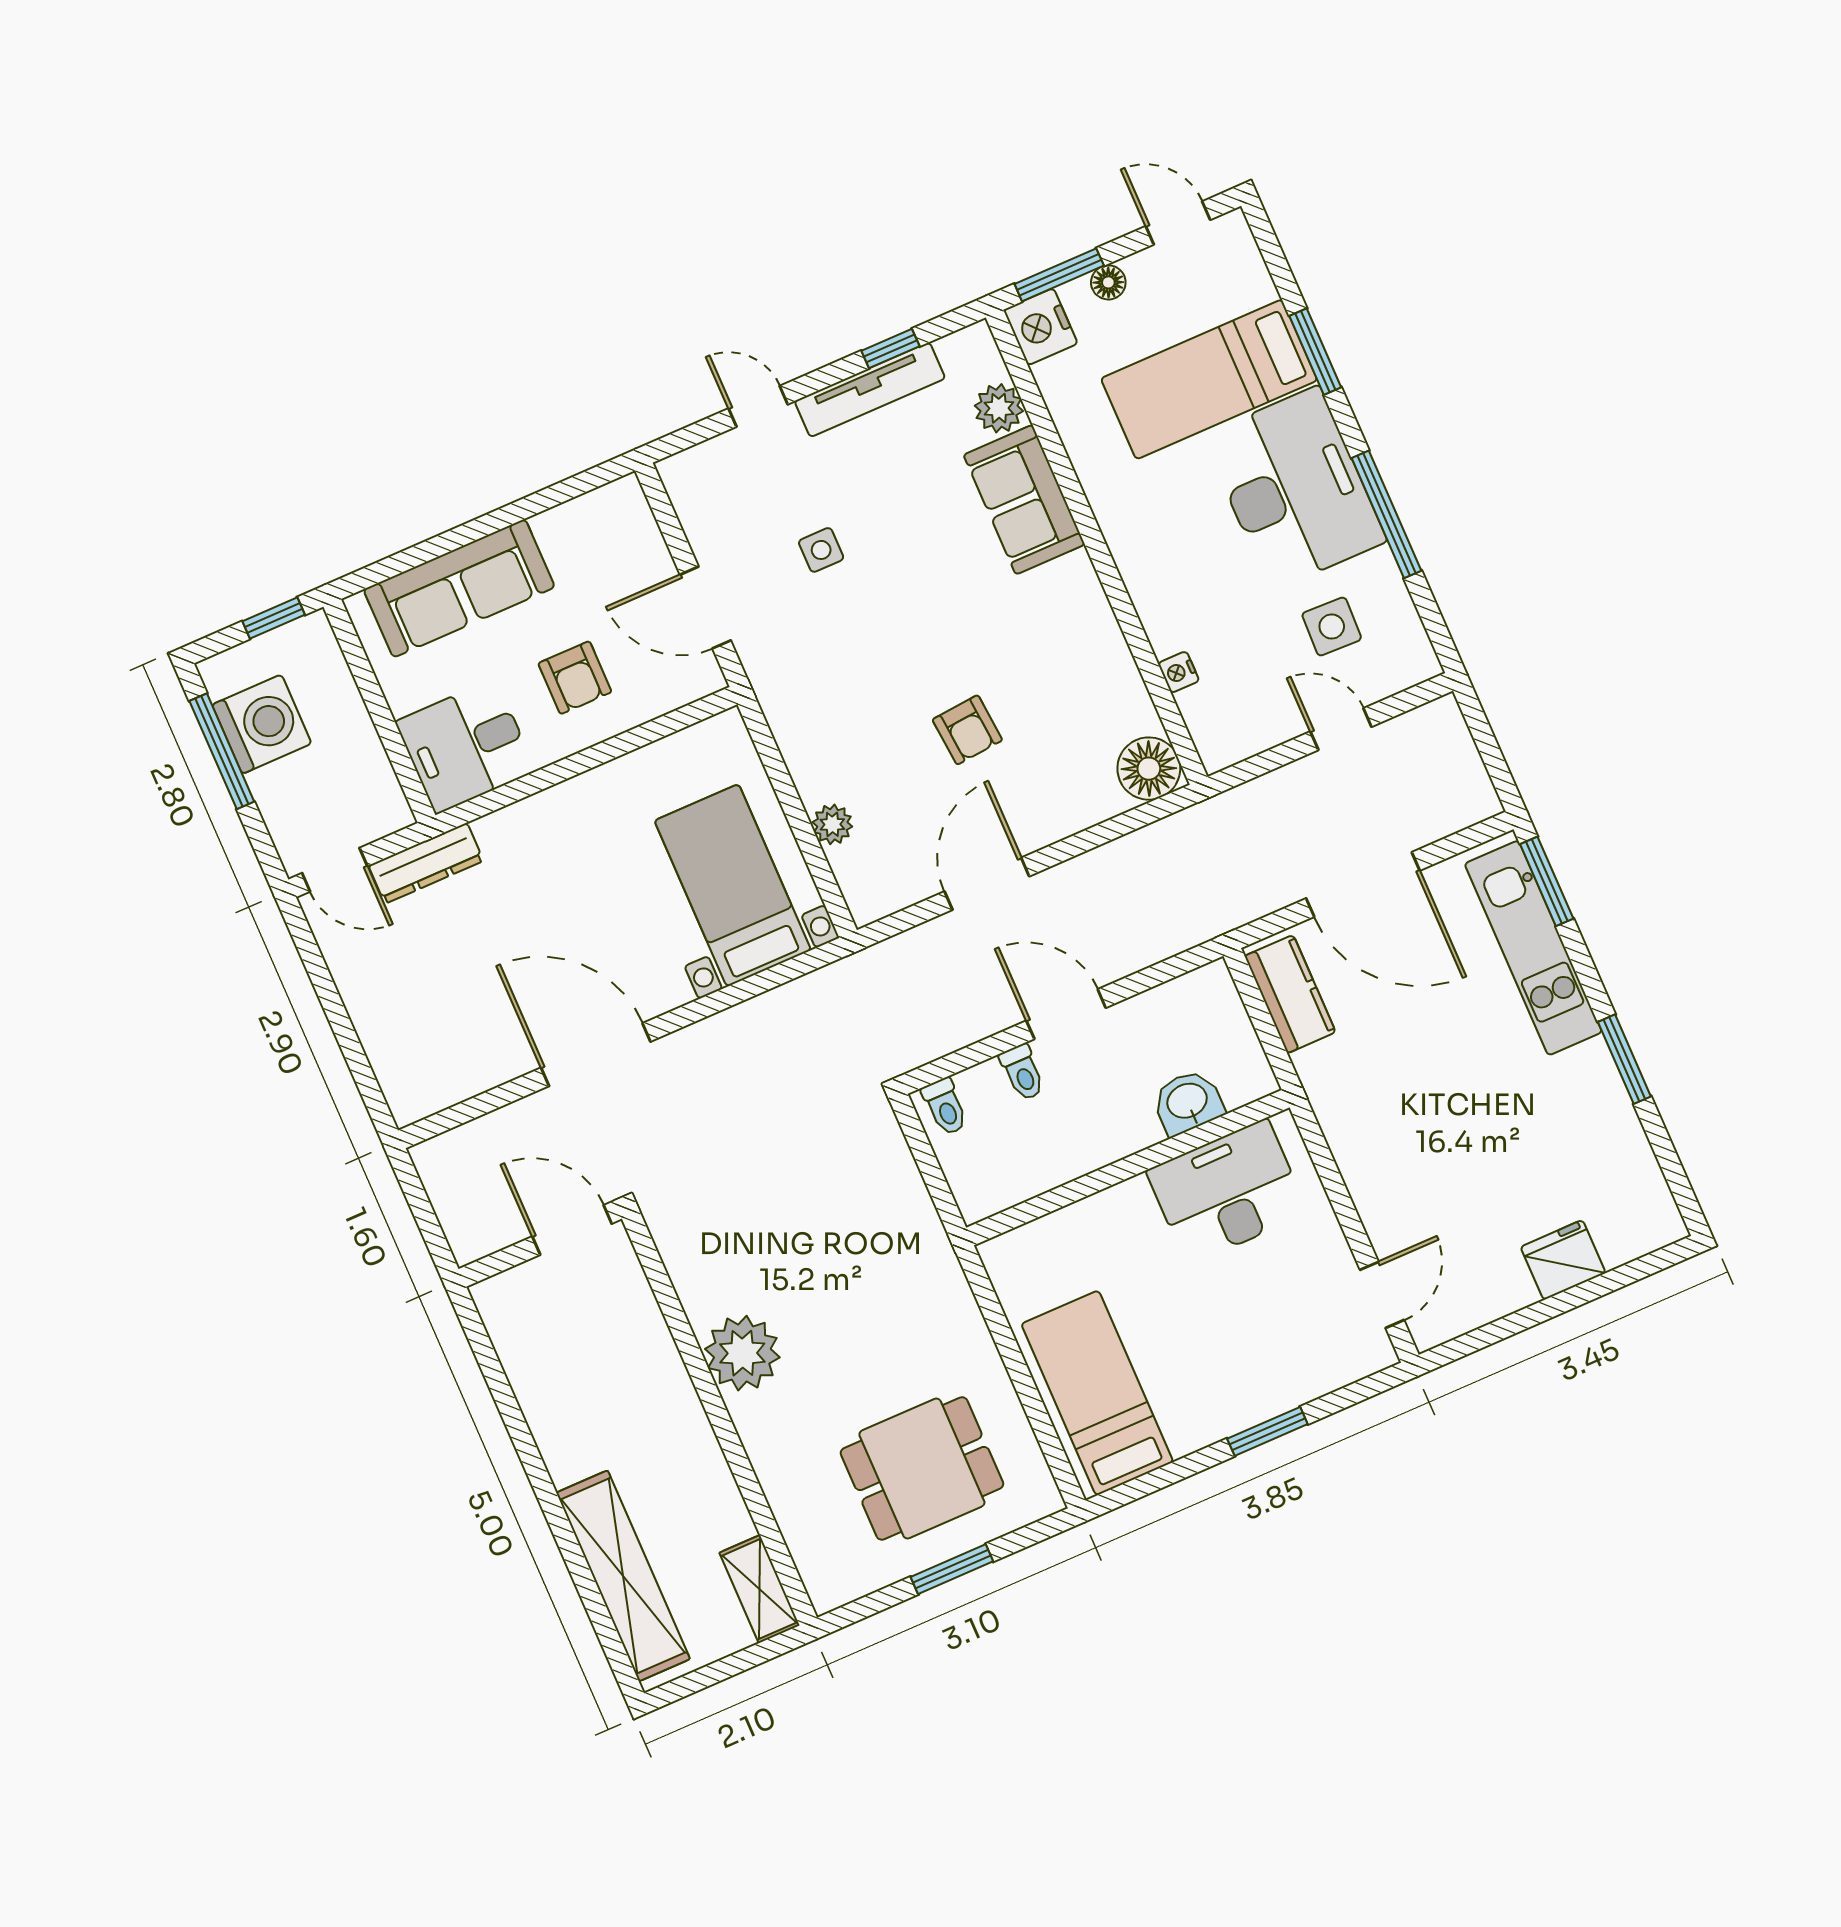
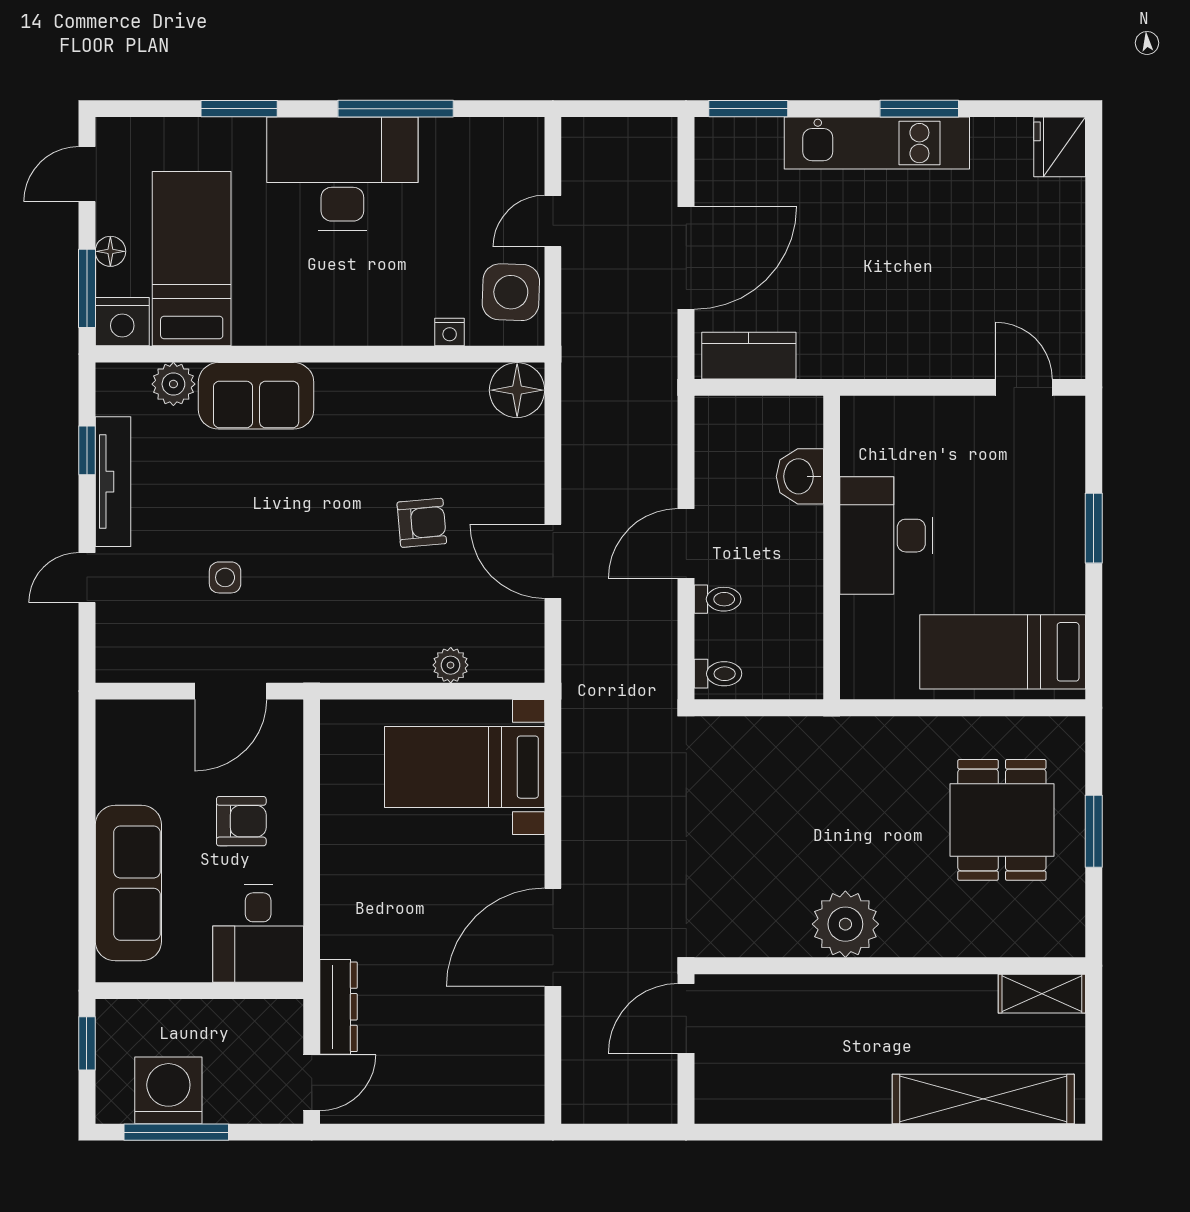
bed: (1209, 379) -> (192, 259), moved, turned 180
side table: (1332, 626) -> (511, 292), moved, width x1.37, depth x1.37
kitchen unit: (1533, 948) -> (877, 143), moved
desk: (1227, 1192) -> (886, 536), moved
fridge: (1563, 1260) -> (1060, 147), moved

